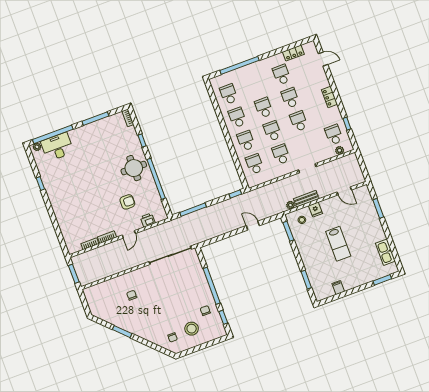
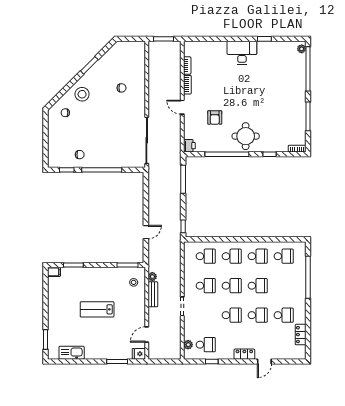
door: (323, 59) -> (264, 361), moved
desk: (57, 147) -> (242, 53), moved, turned -90
fridge: (316, 210) -> (139, 354), moved
printer: (148, 220) -> (189, 146), moved
filing cabinet: (338, 288) -> (54, 272), moved
stool: (192, 329) -> (82, 94), moved

